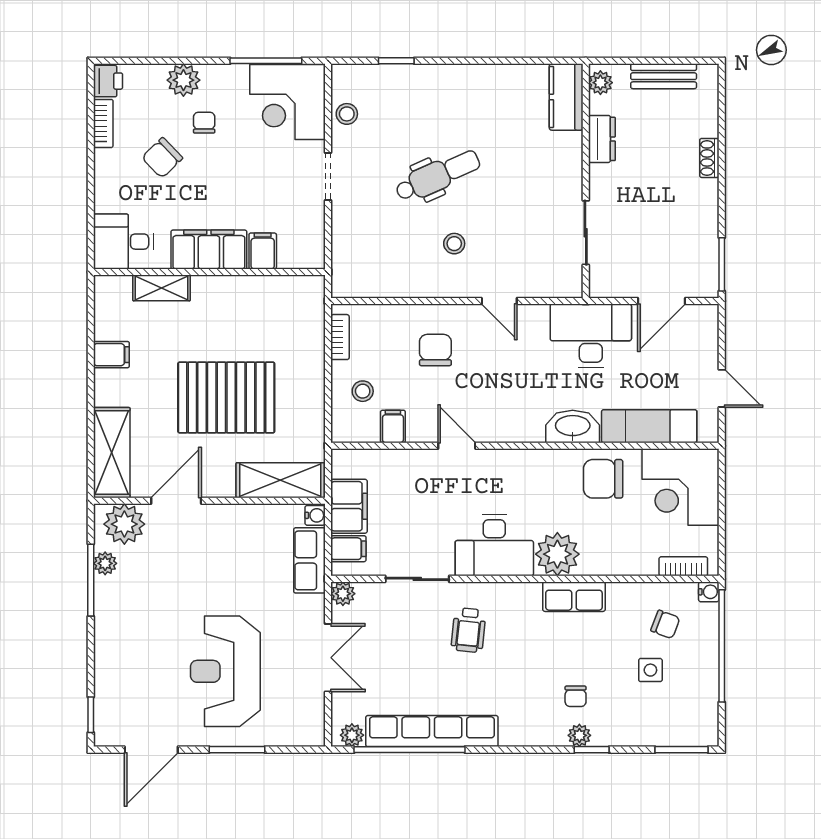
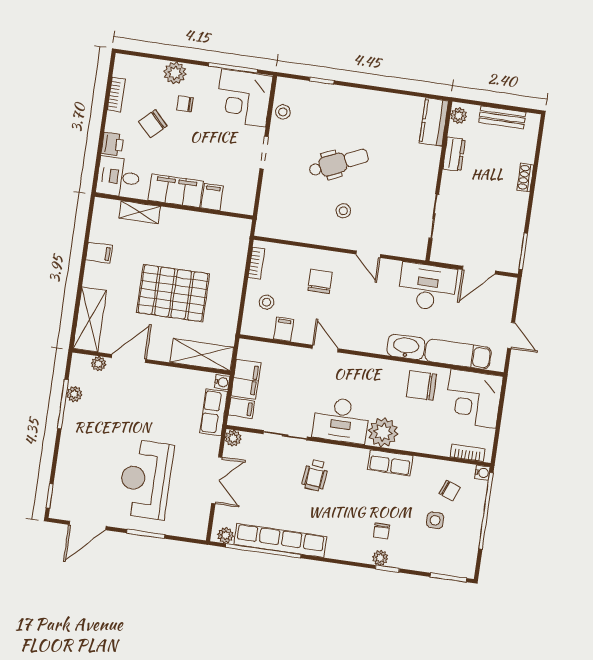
printer: (108, 81) -> (112, 144), moved
chair: (204, 123) -> (185, 104), turned -90
plant: (124, 524) -> (99, 364), width x0.53, depth x0.53

